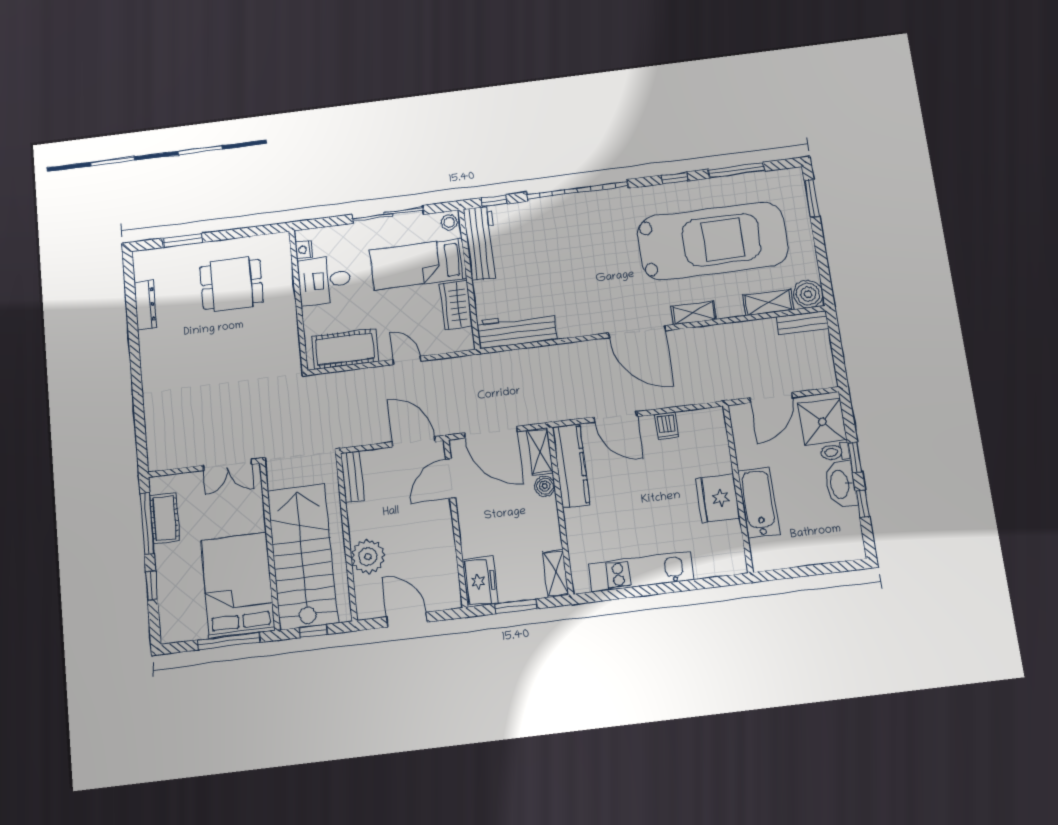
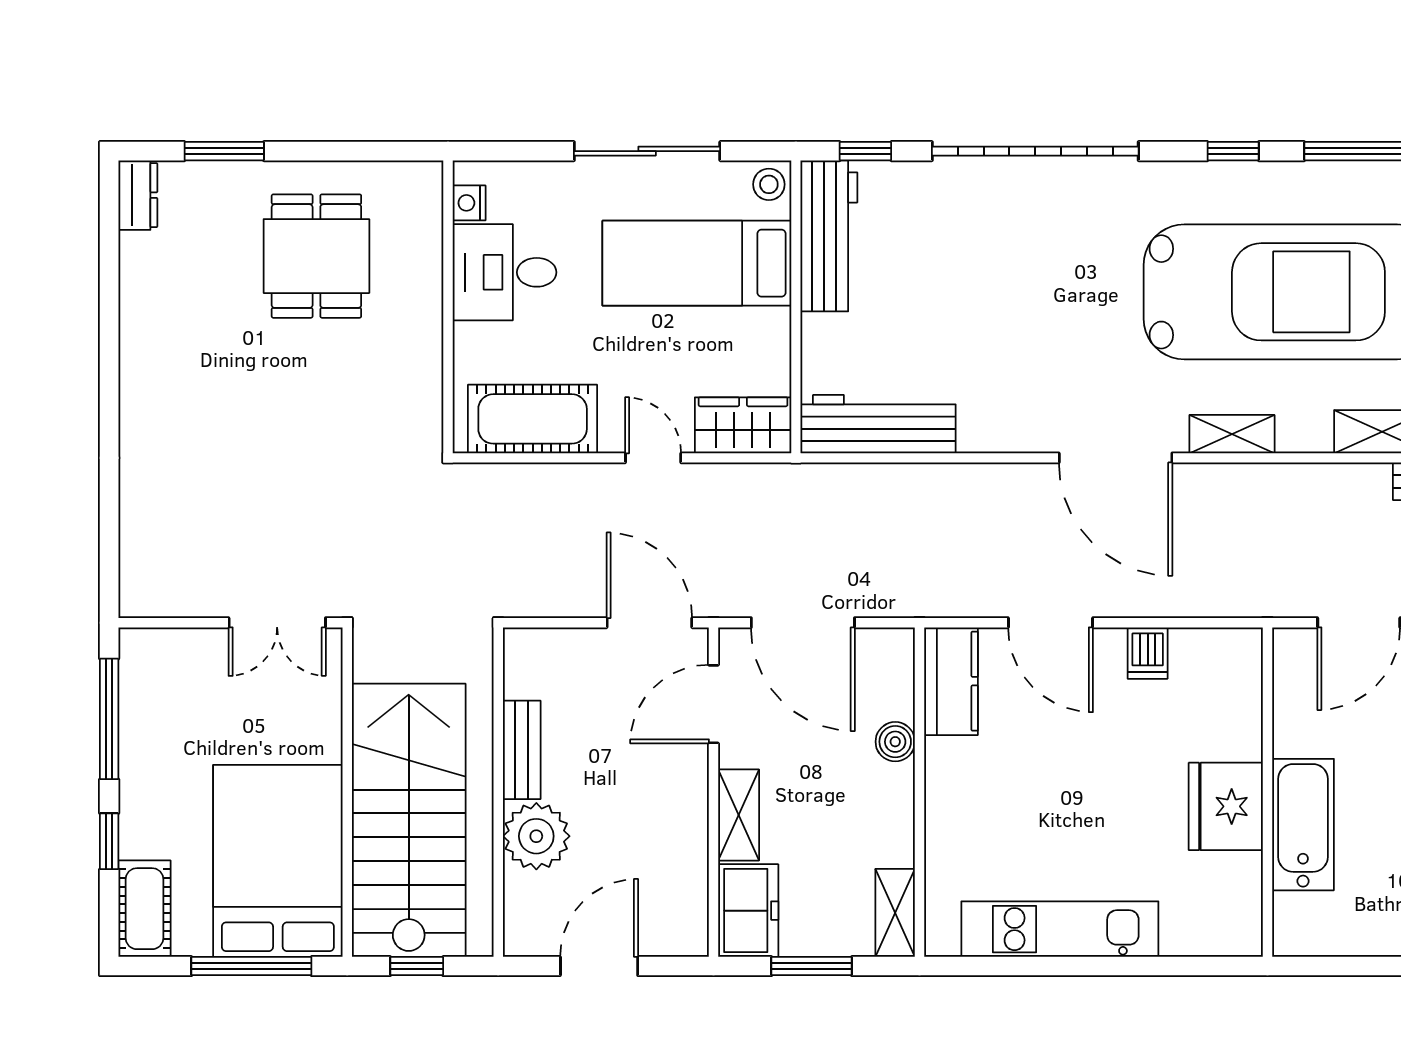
dining table: (232, 284) -> (316, 256), turned 90
dresser: (145, 305) -> (138, 195), moved, width x0.70
wardrobe: (456, 305) -> (743, 425), moved, turned 90
shelving: (540, 452) -> (739, 815), moved
kitchen counter: (571, 466) -> (951, 681), width x0.67
bench: (352, 477) -> (522, 750), moved
cot: (165, 518) -> (145, 909), moved
door: (407, 620) -> (599, 966), hinge flipped

